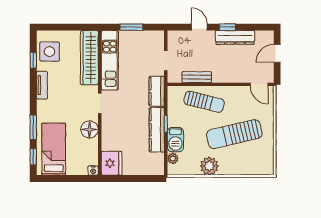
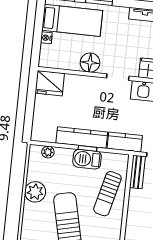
bench: (197, 77) -> (137, 172), moved
barbecue: (175, 140) -> (87, 159), moved
nightstand: (93, 171) -> (46, 38), moved

